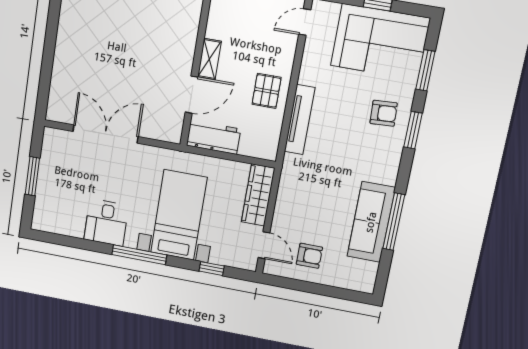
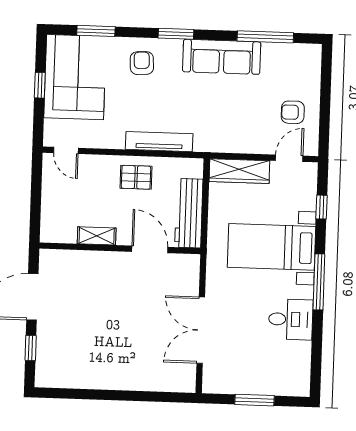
shelving: (209, 59) -> (97, 236), moved
window: (413, 130) -> (176, 34), moved
workbench: (214, 137) -> (189, 213), width x1.38
sofa: (371, 222) -> (222, 57), moved
window: (394, 222) -> (265, 37), moved
armchair: (309, 256) -> (293, 112), turned -90

